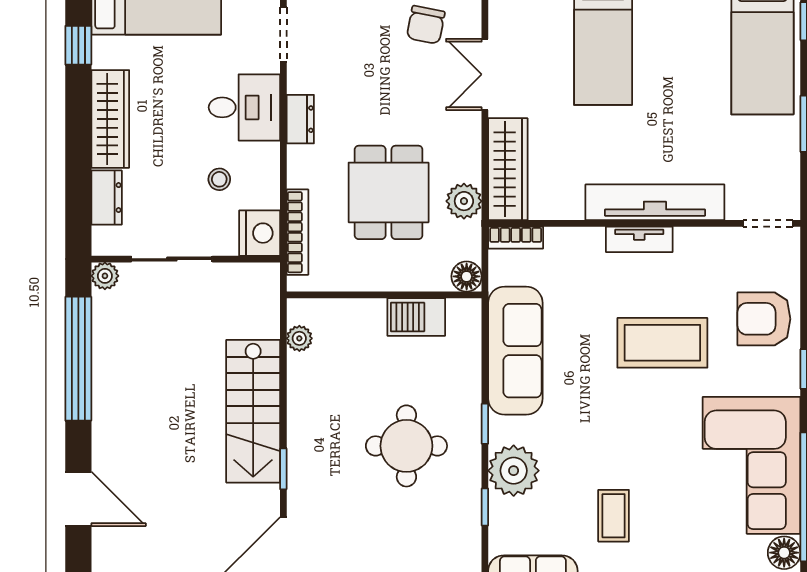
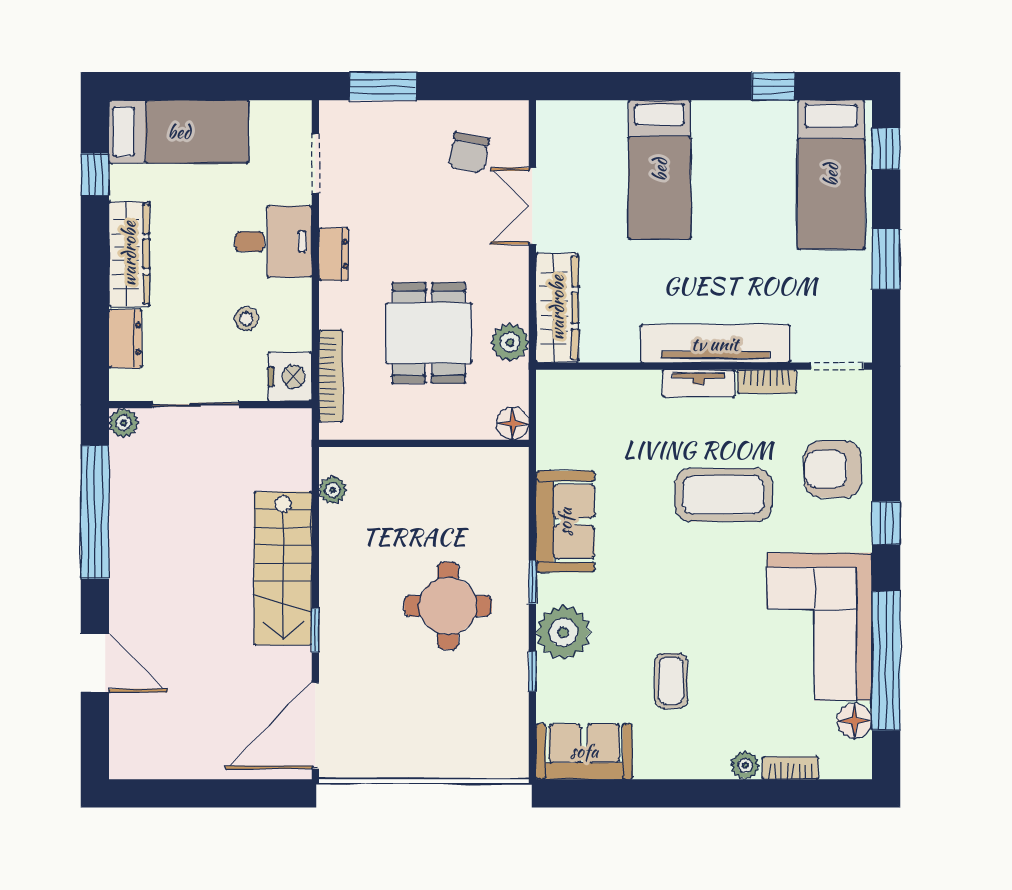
bookcase: (516, 238) -> (767, 382), moved
barbecue: (416, 317) -> (459, 467), removed
sofa: (515, 351) -> (565, 522), width x0.73

